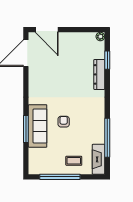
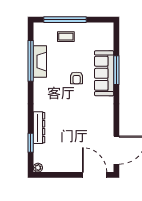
fireplace: (99, 159) -> (40, 62), moved
window: (60, 177) -> (65, 20), moved

